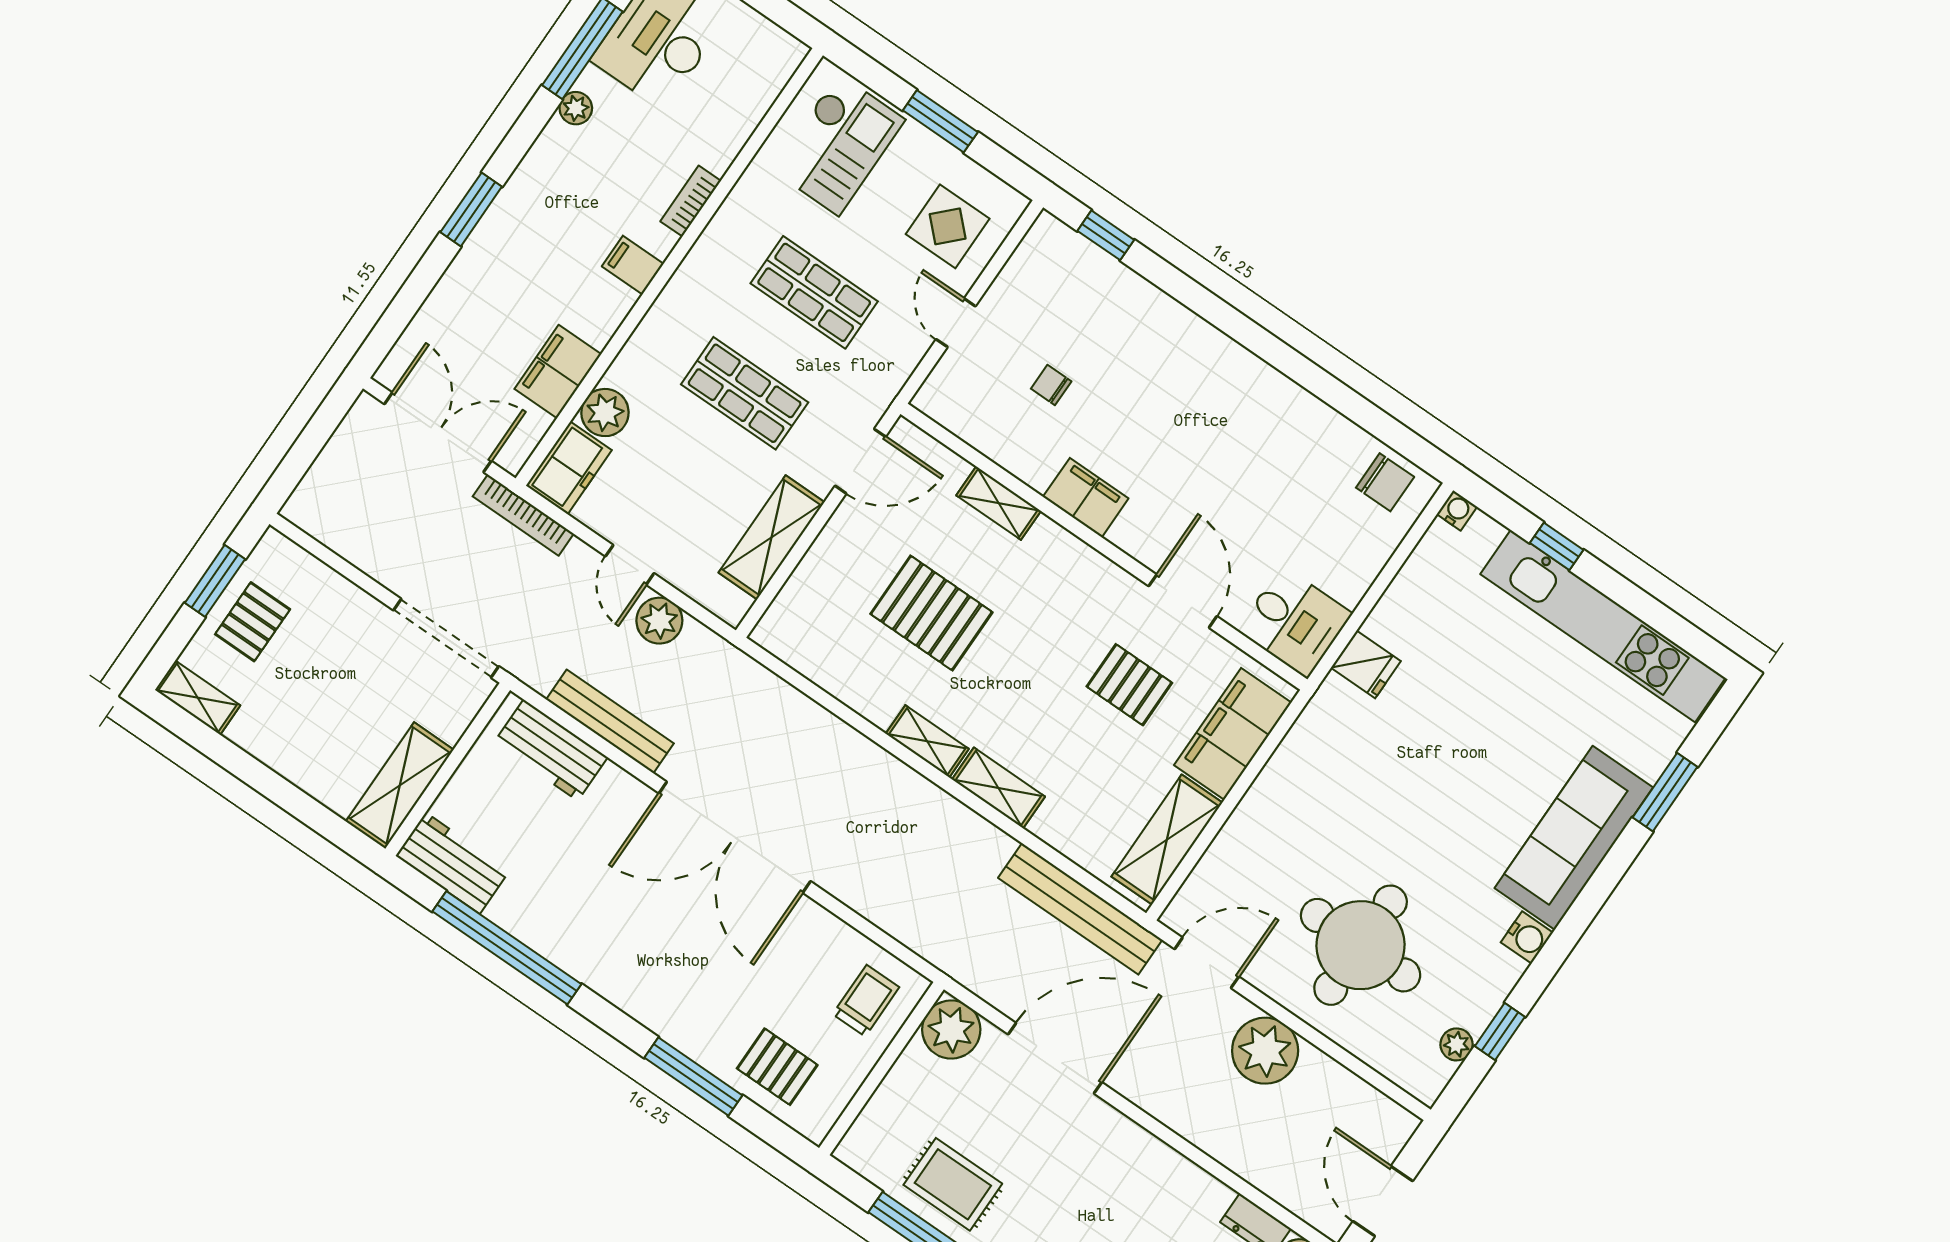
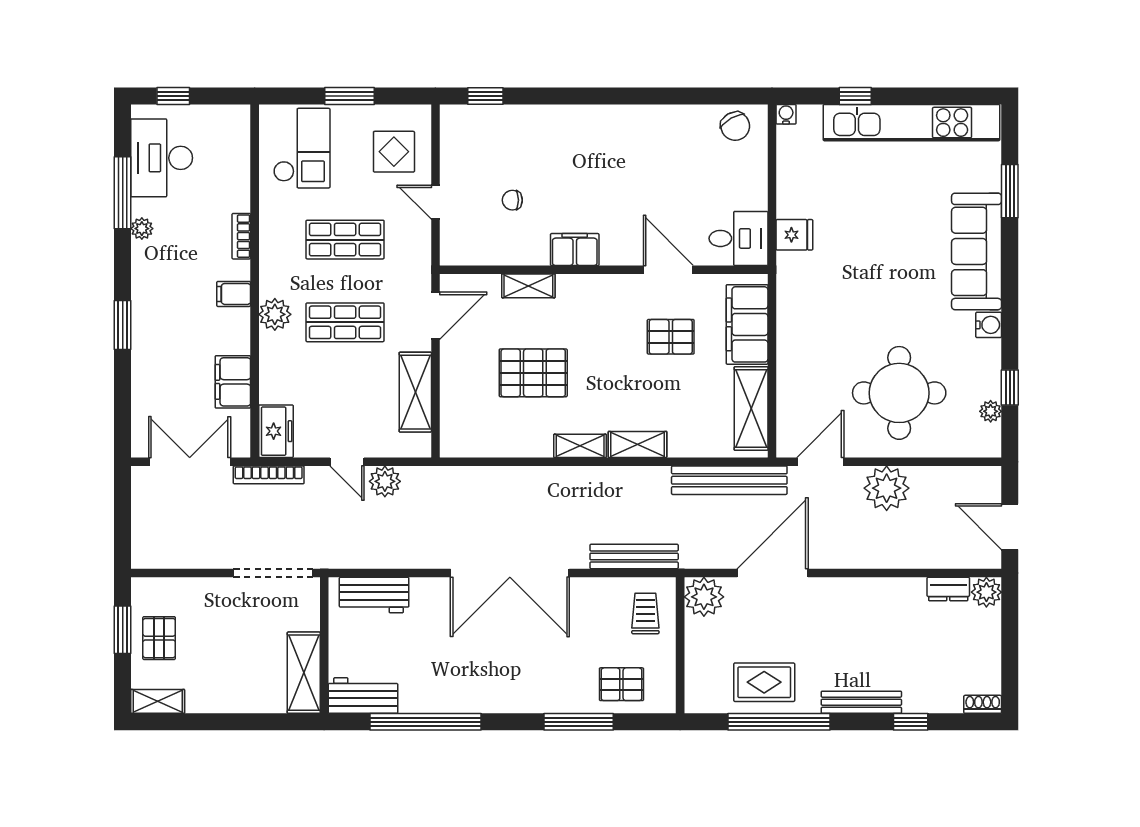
plant: (605, 413) -> (275, 314), moved
chair: (1385, 482) -> (735, 126), turned 60
bench: (610, 722) -> (634, 556), moved

